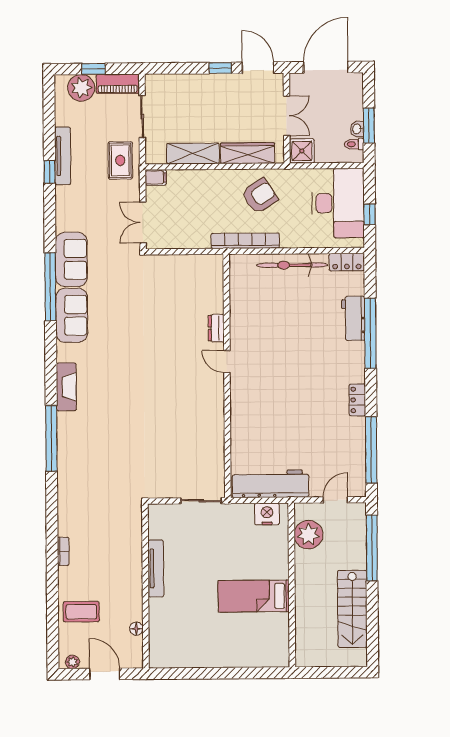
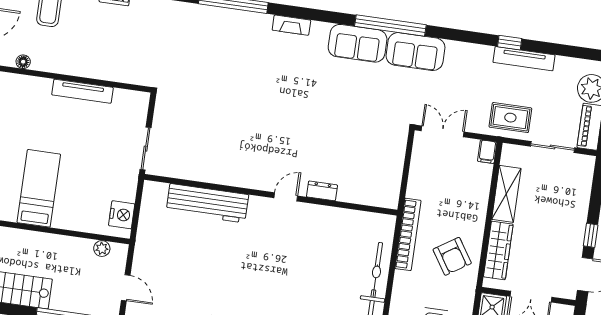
fireplace: (66, 387) -> (291, 25), width x0.73, depth x0.76
workbench: (270, 484) -> (207, 203), moved, turned 90
plant: (308, 535) -> (102, 249), width x0.53, depth x0.53

